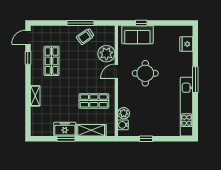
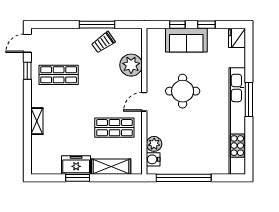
window: (163, 23) -> (206, 25), added
sofa: (137, 35) -> (186, 40), moved
fridge: (186, 44) -> (237, 38), moved
shop shelf: (52, 61) -> (59, 75), turned 90
door: (116, 71) -> (144, 102), moved
kitchen unit: (187, 107) -> (237, 121), width x1.36
window: (146, 139) -> (184, 178), width x3.17

